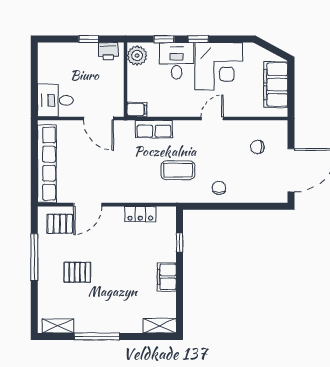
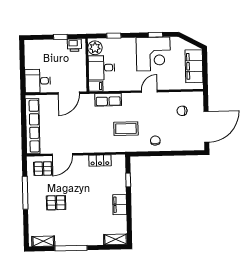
window: (198, 39) -> (155, 35), moved
desk: (177, 61) -> (102, 68), moved, turned -90
door: (99, 118) -> (69, 93), hinge flipped

